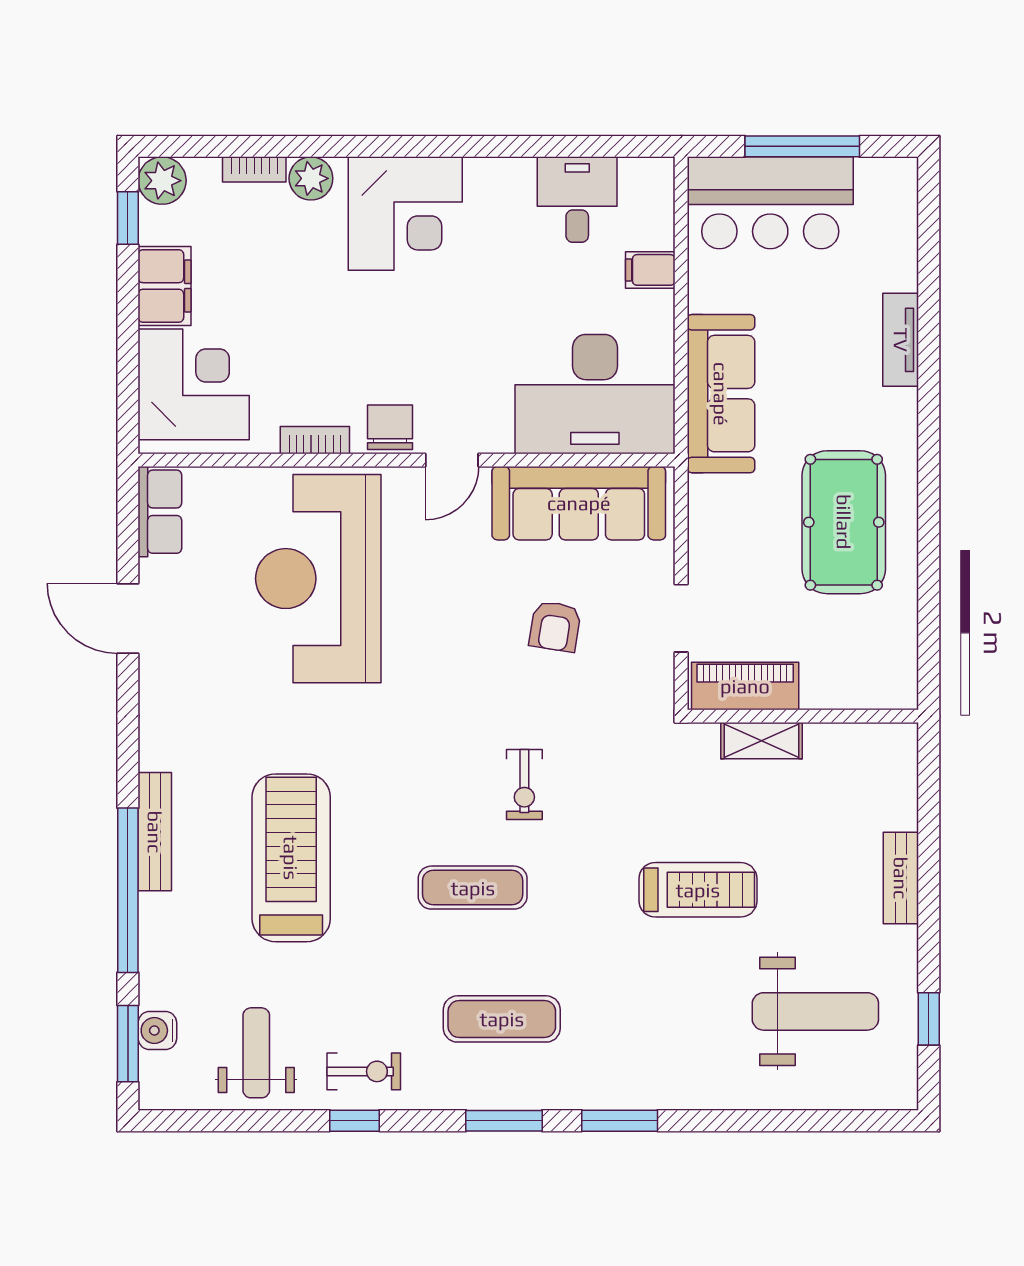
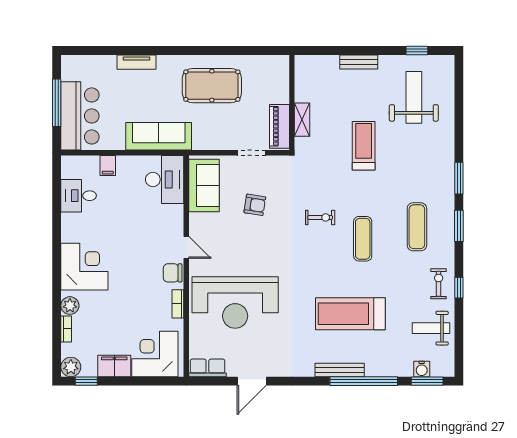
desk: (595, 394) -> (165, 179), width x0.73, depth x0.77
sofa: (579, 503) -> (204, 185), width x0.73

